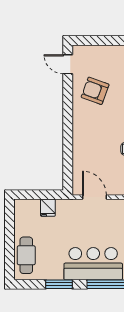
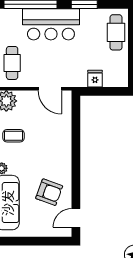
door: (68, 64) -> (76, 218), swing flipped

